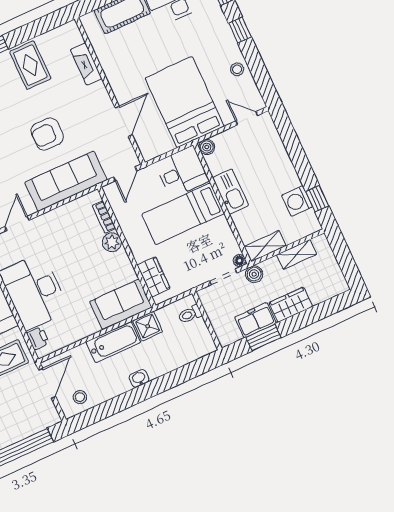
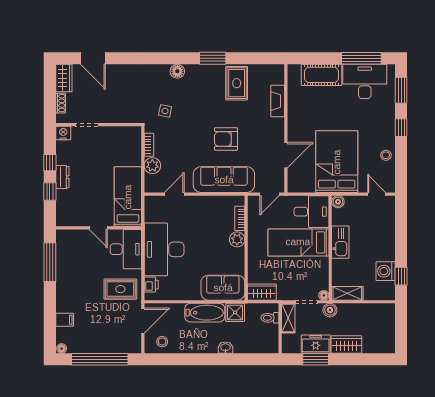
shelving: (297, 254) -> (288, 318), moved, turned 90
wardrobe: (154, 277) -> (262, 292), moved, turned -90
washbasin: (139, 378) -> (225, 348), moved

